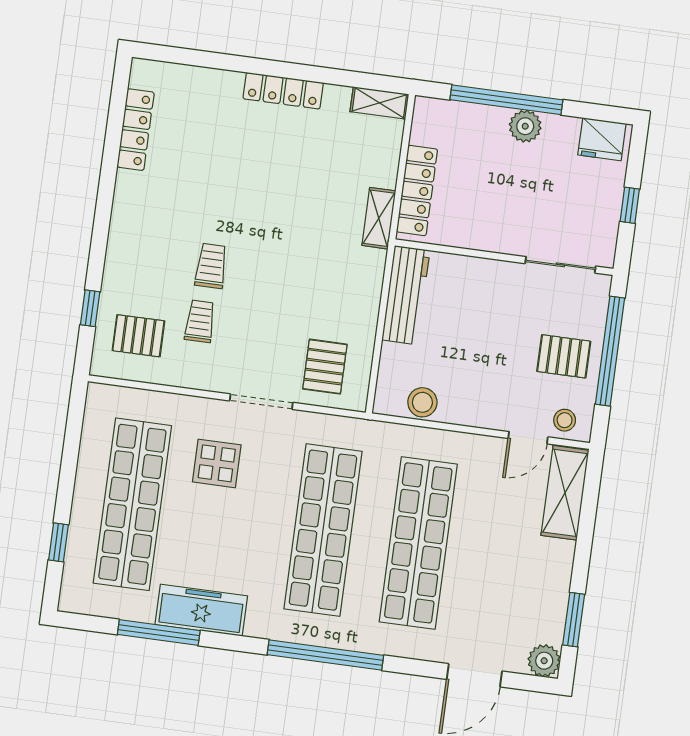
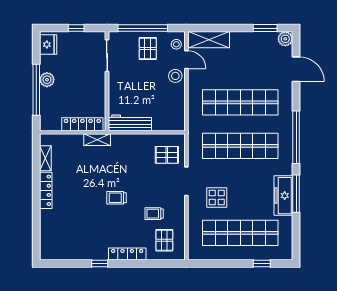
shelving: (379, 103) -> (45, 158), moved
locker: (136, 130) -> (127, 254), moved
trolley: (211, 266) -> (117, 198), moved
window: (90, 308) -> (100, 264), moved
stool: (422, 402) -> (175, 76), moved
window: (159, 633) -> (296, 194), moved

